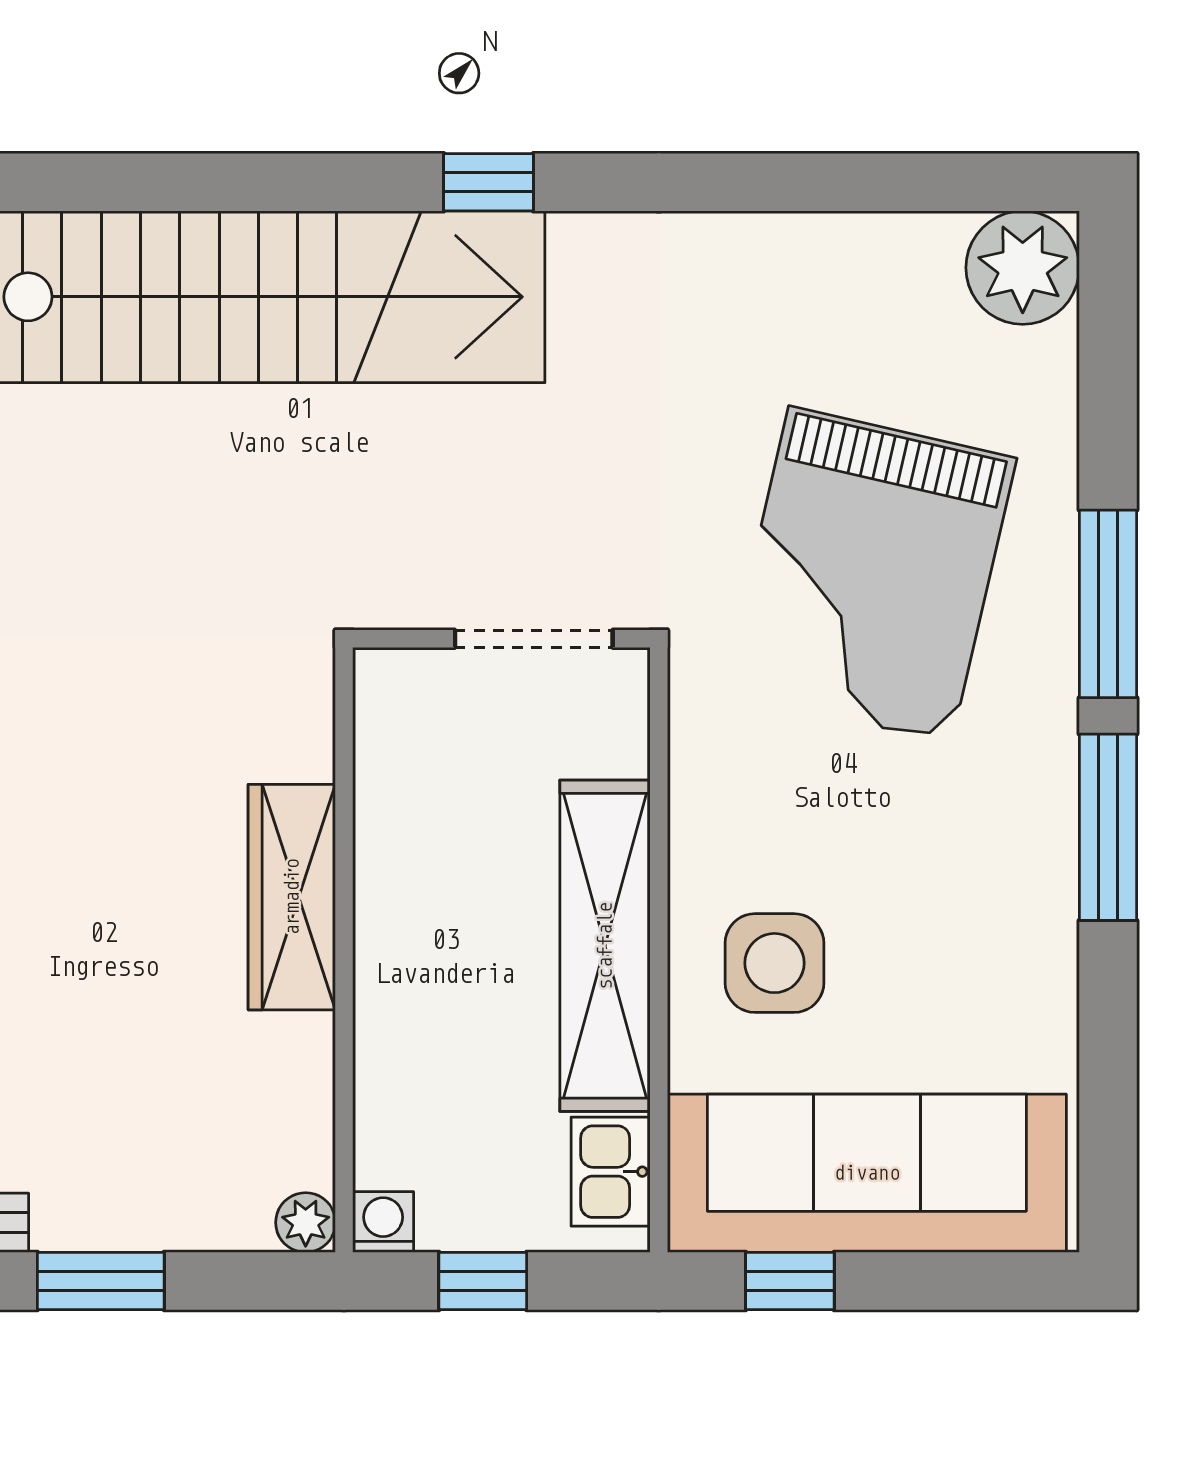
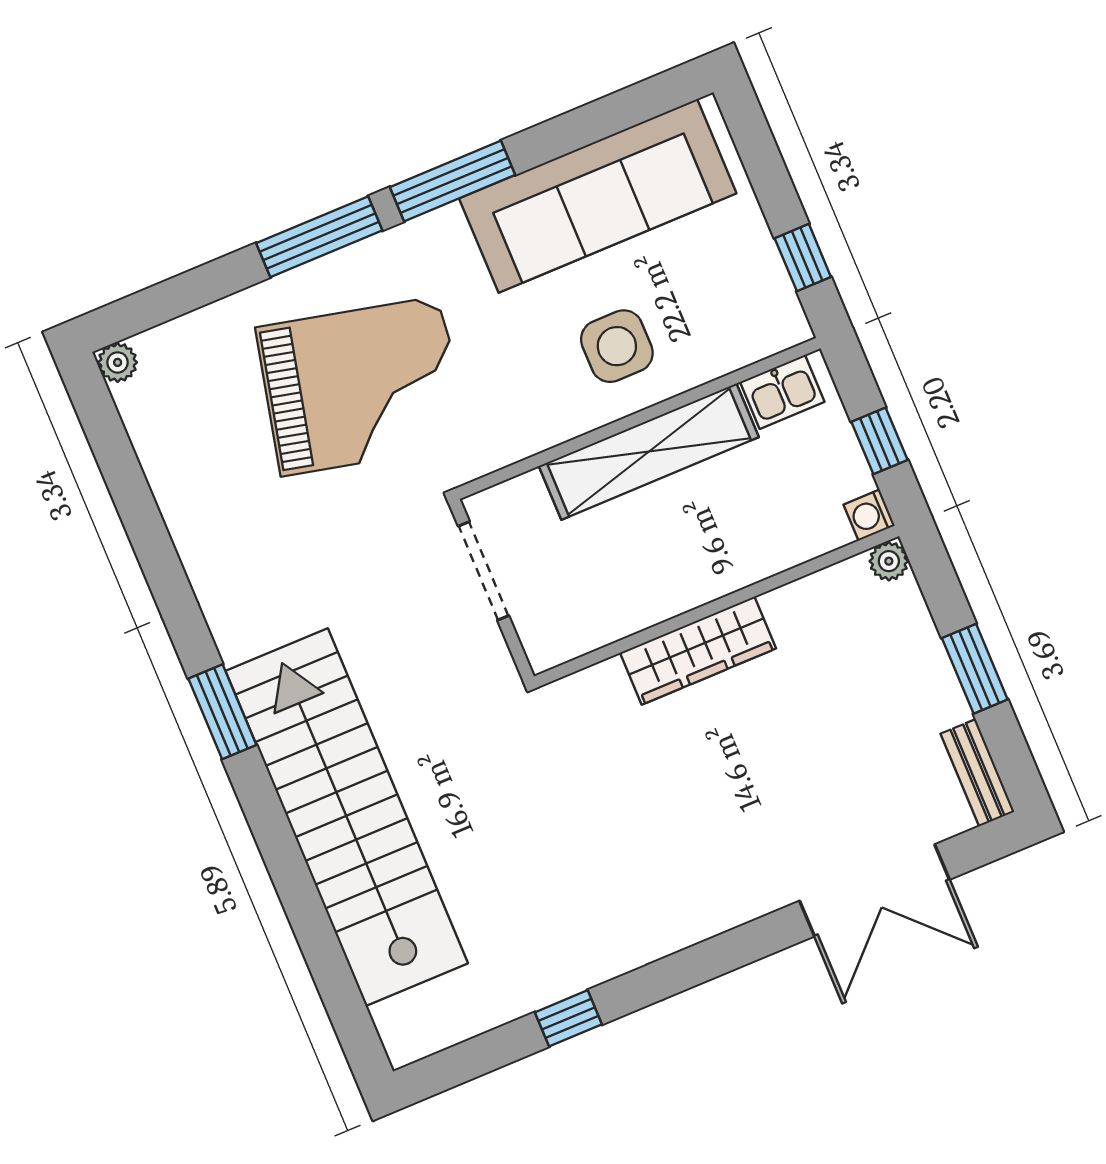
window: (488, 182) -> (222, 712), width x1.50
plant: (1023, 268) -> (118, 362), width x0.53, depth x0.53
sofa: (867, 1173) -> (598, 196), moved, turned -90

